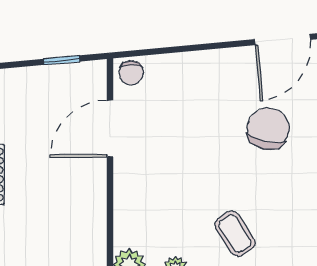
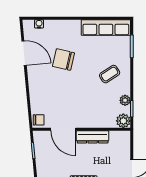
dresser: (93, 195) -> (93, 137), added

